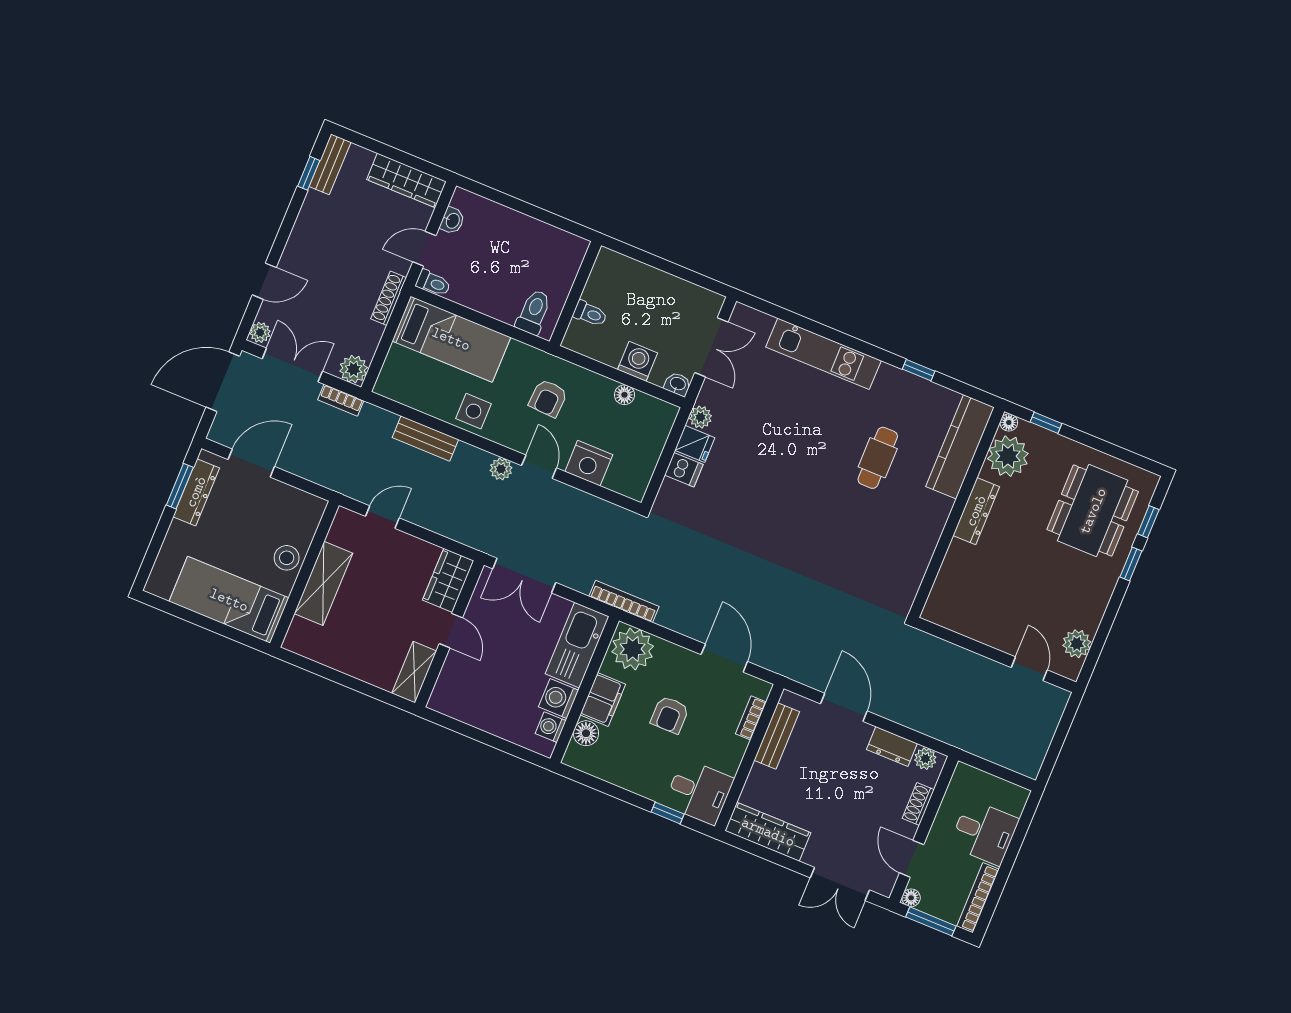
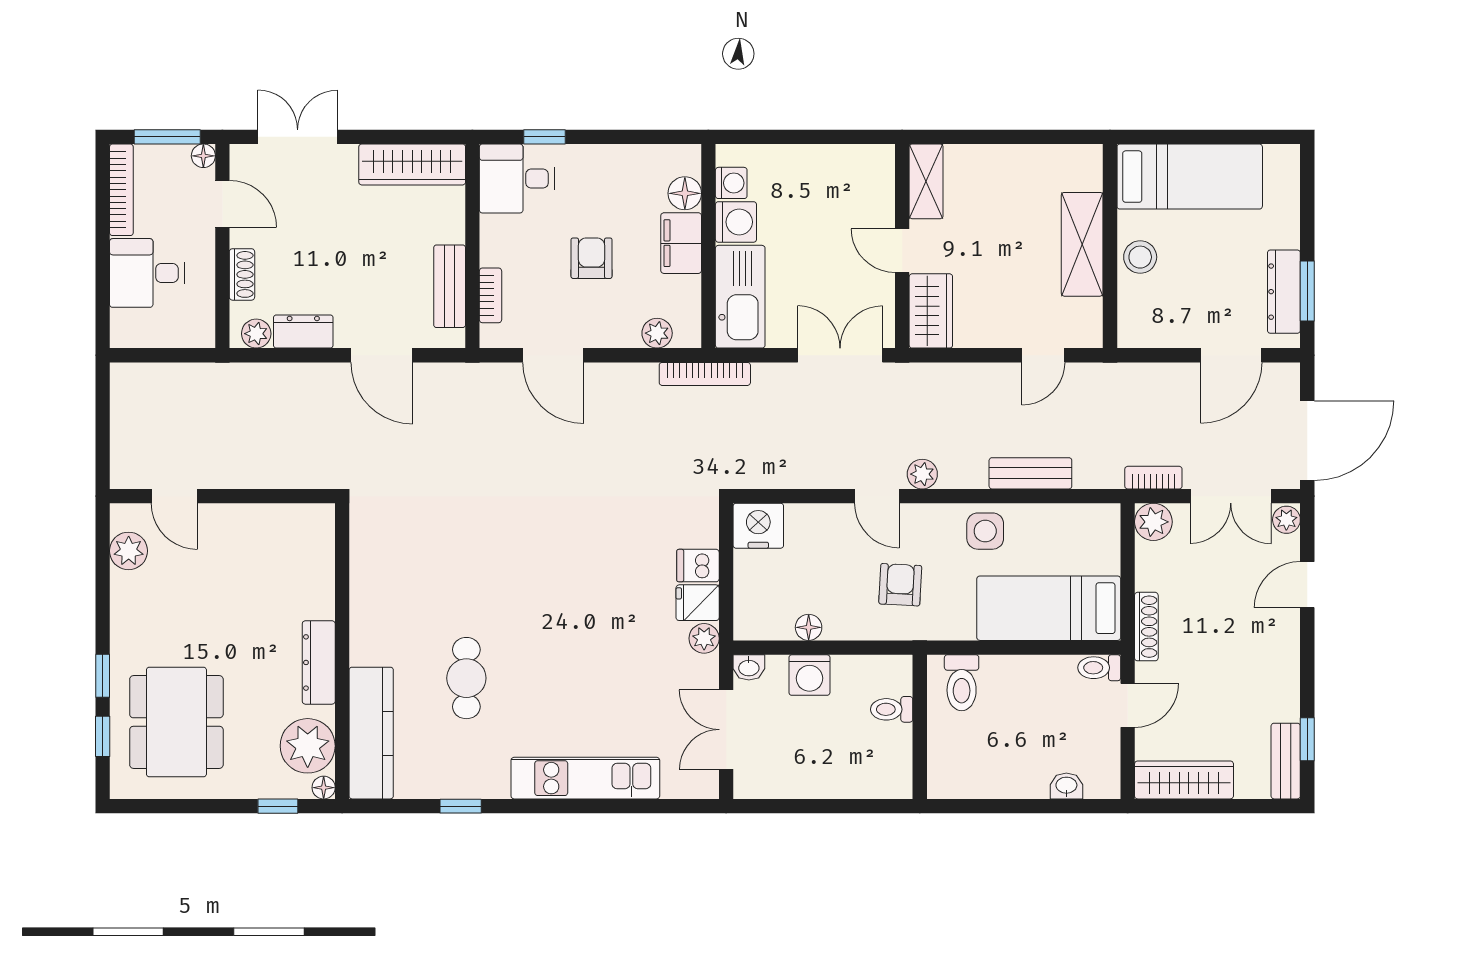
washbasin: (452, 221) -> (1066, 786), moved, turned 90
nightstand: (589, 463) -> (758, 526), moved
plant: (633, 649) -> (657, 333), width x0.53, depth x0.53

